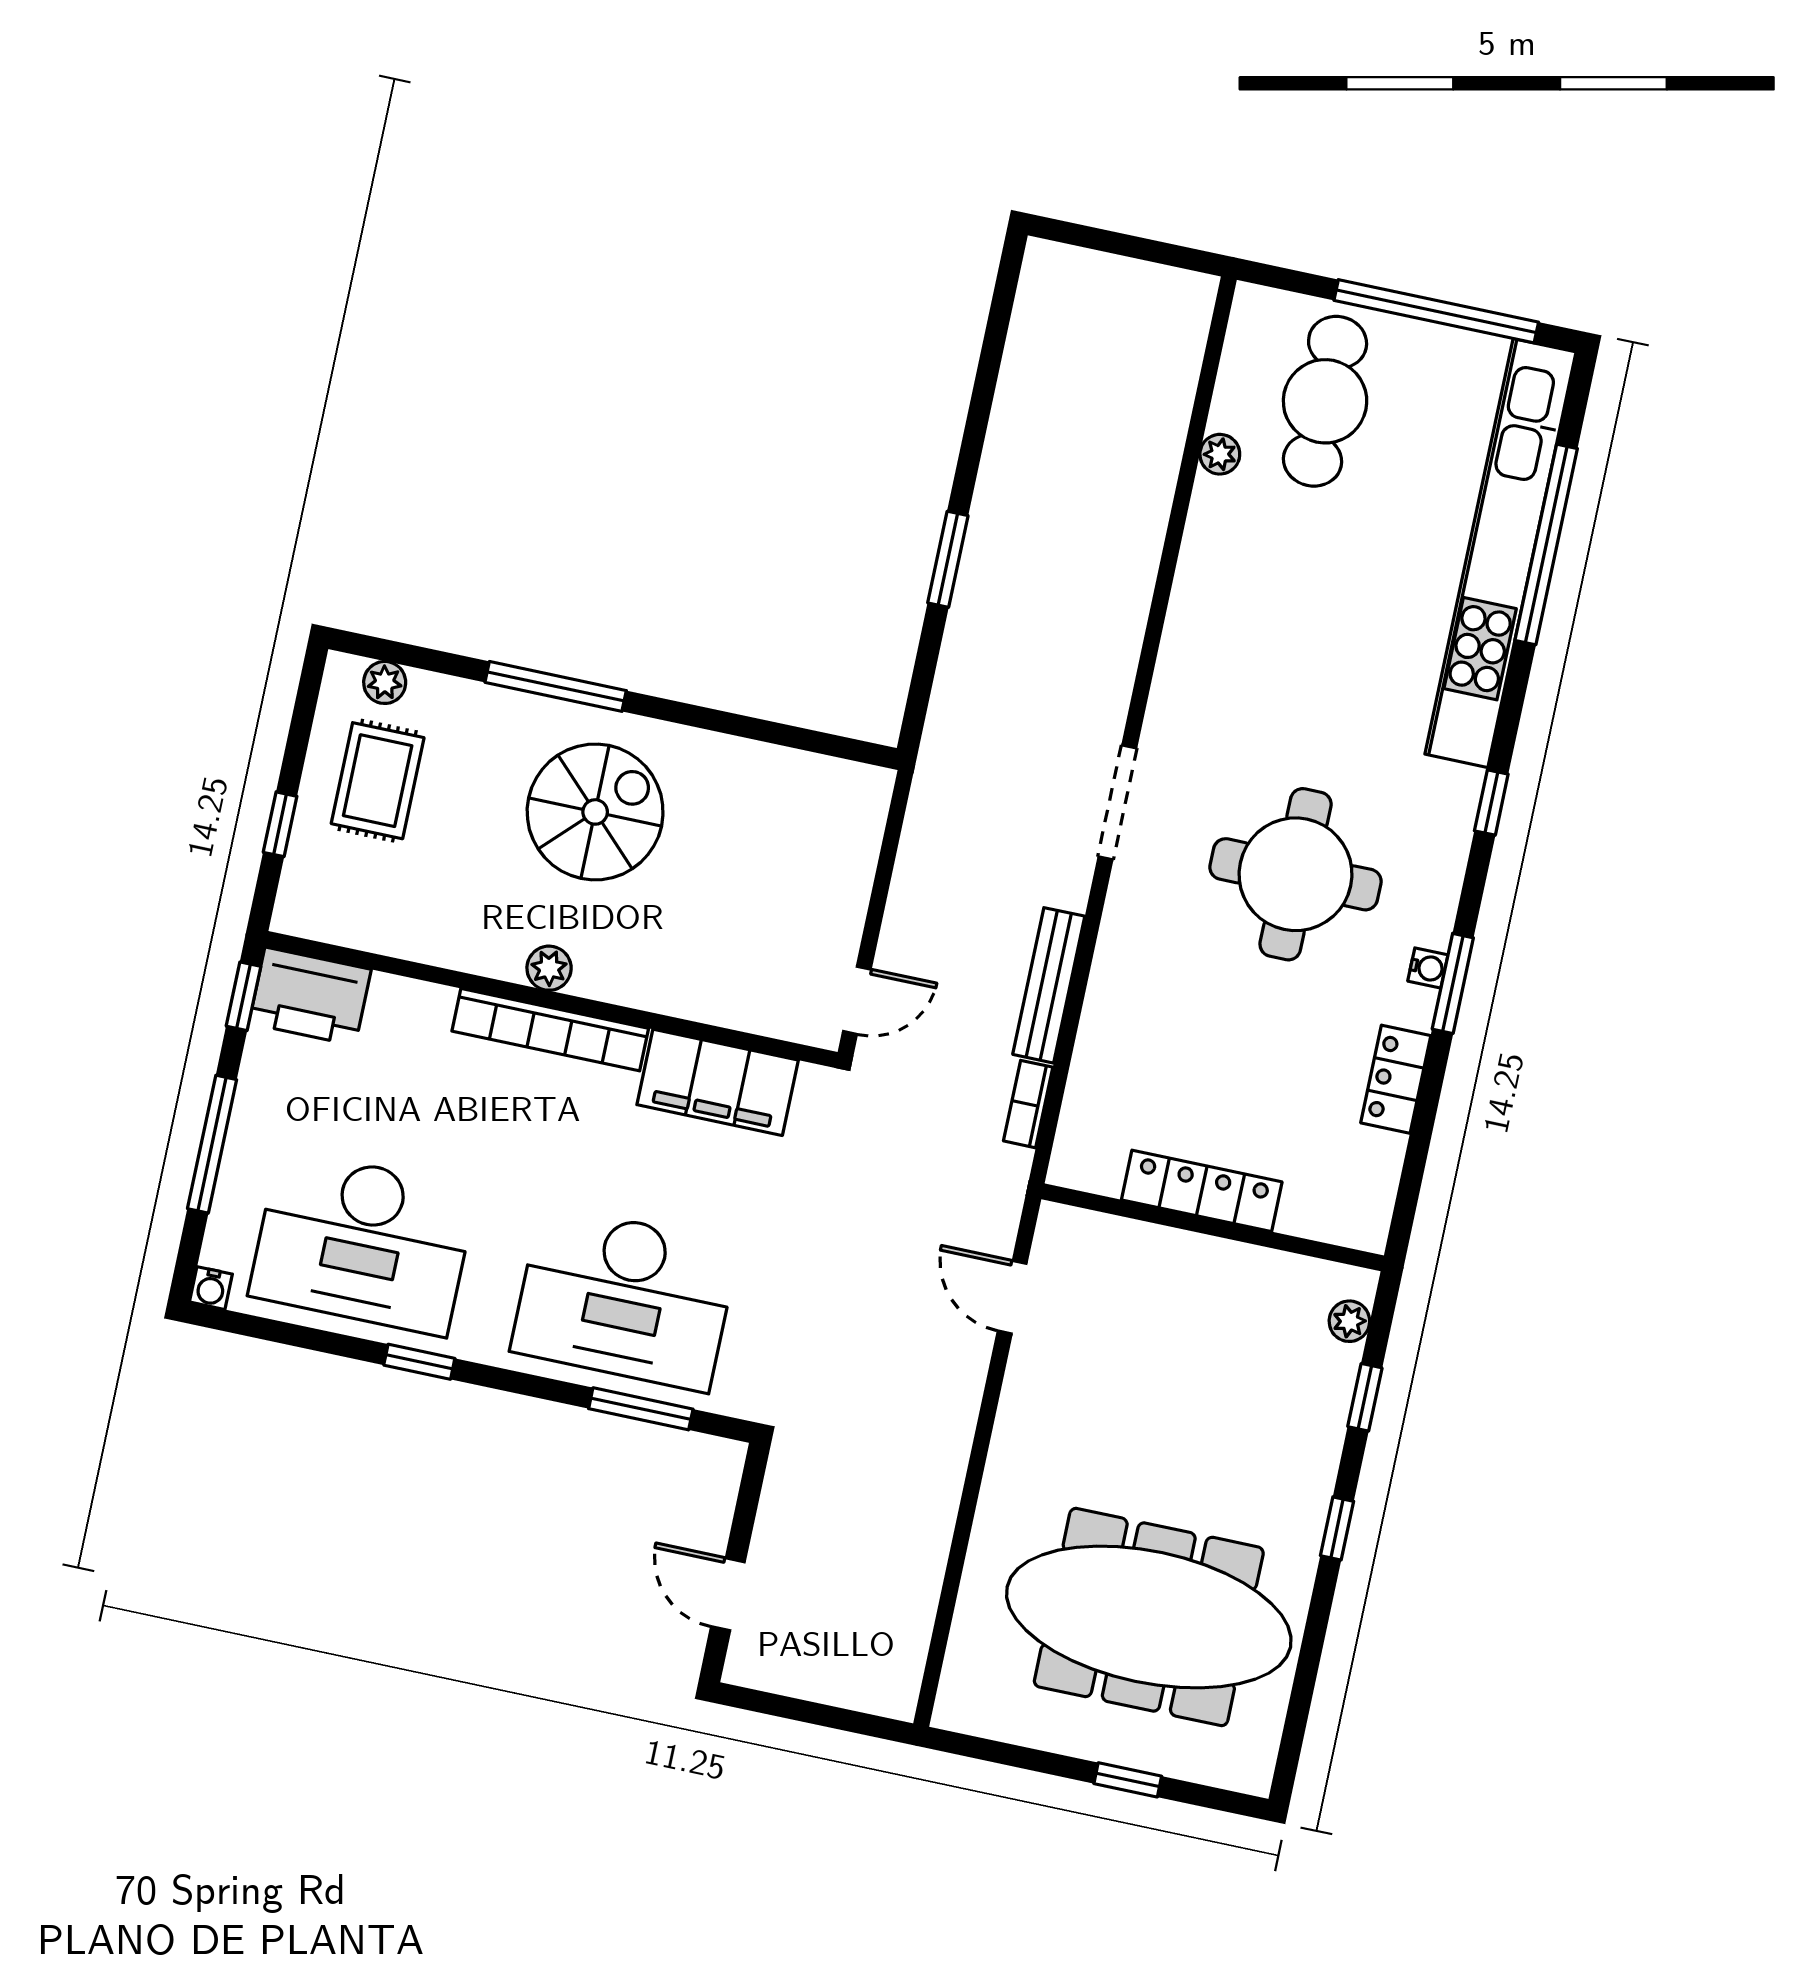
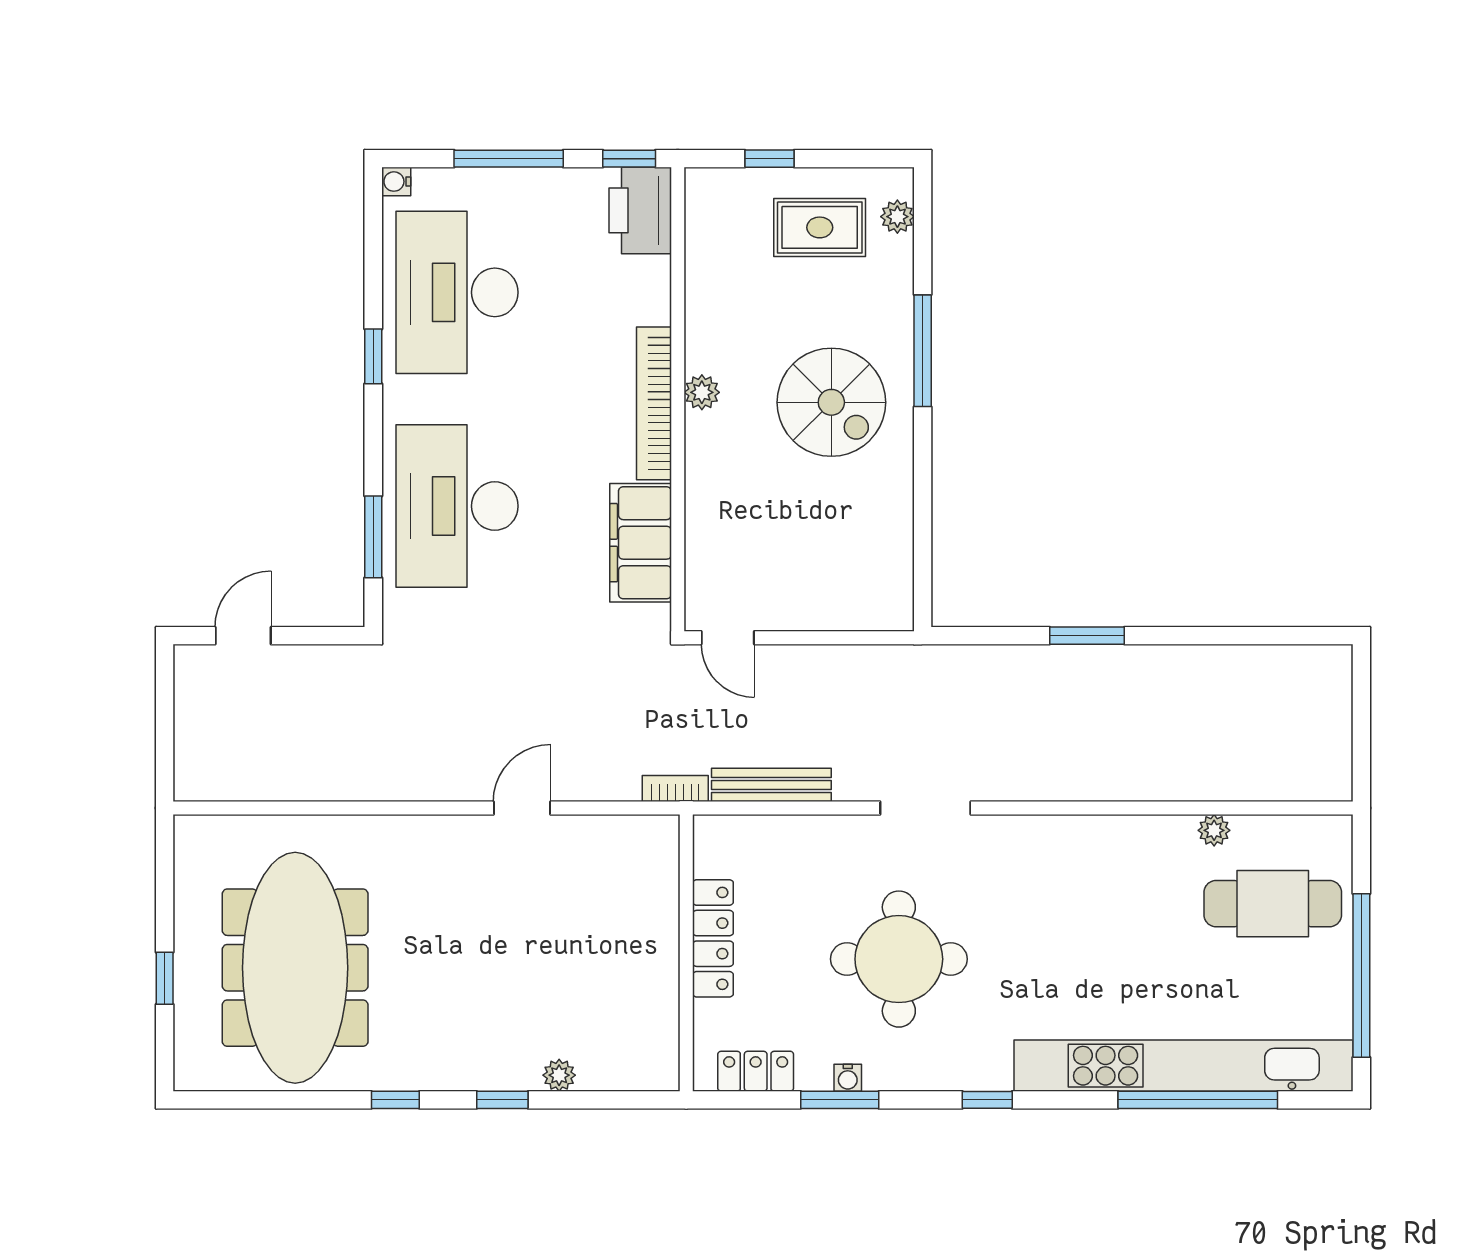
locker: (1202, 1191) -> (713, 938), moved
wall: (1213, 1227) -> (686, 953), moved

